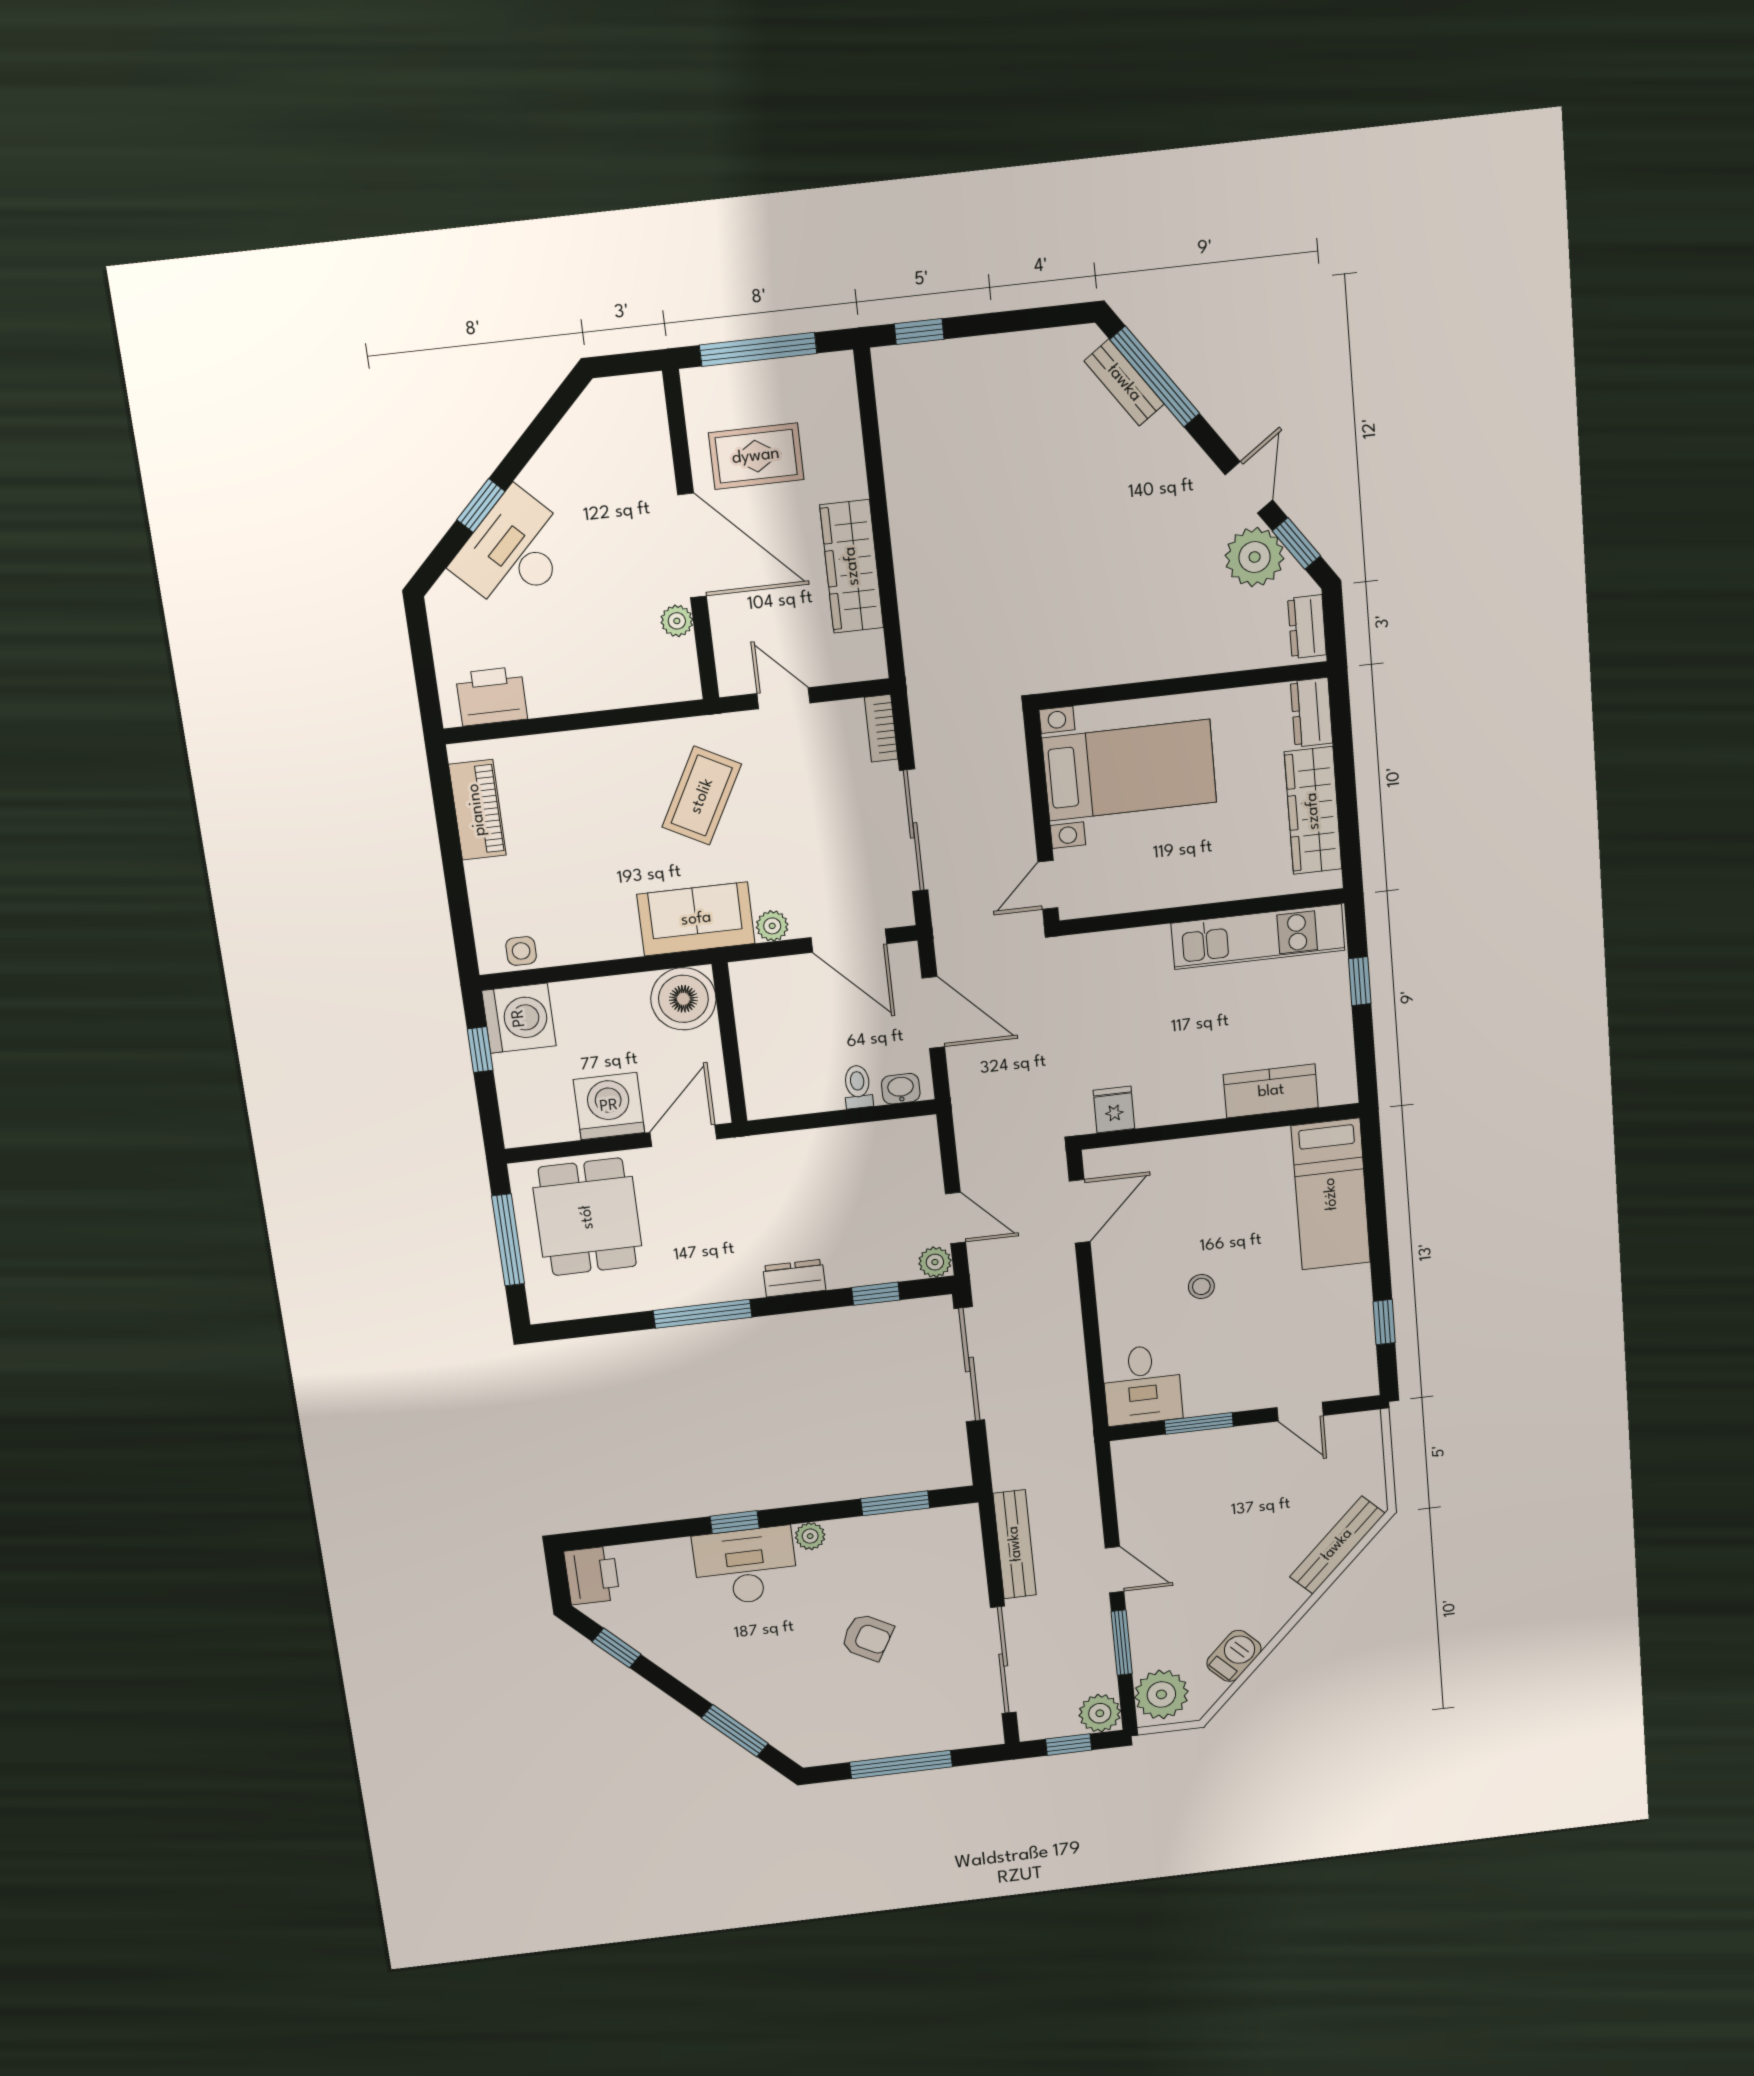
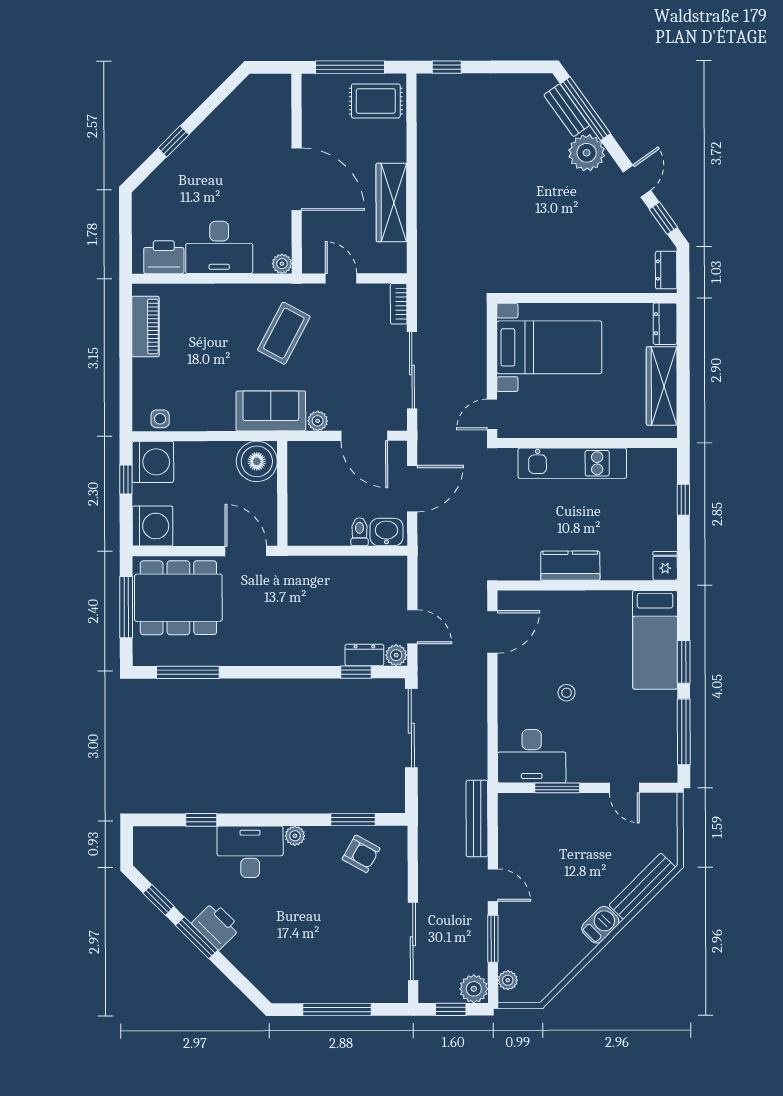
rug: (756, 456) -> (376, 101), moved
desk: (514, 552) -> (219, 247), moved, turned -135
plant: (1255, 557) -> (587, 153), moved
plant: (677, 621) -> (282, 264), moved
kitchen unit: (1258, 937) -> (572, 463), moved
door: (933, 1013) -> (412, 489), hinge flipped
washbasin: (901, 1089) -> (386, 532), width x1.38, depth x1.45
kitchen counter: (1271, 1091) -> (570, 566), moved
washing machine: (609, 1106) -> (152, 526), moved, turned 90
fridge: (1114, 1109) -> (665, 566), moved
door: (683, 1136) -> (246, 551), hinge flipped
dining table: (587, 1217) -> (178, 598), width x1.37
window: (1377, 1221) -> (684, 662), added
dresser: (794, 1278) -> (364, 655), moved
window: (703, 1314) -> (188, 672), moved
window: (1384, 1322) -> (684, 732), width x2.17
desk: (1142, 1385) -> (532, 756), width x1.37
window: (735, 1522) -> (201, 820), moved
bench: (1015, 1544) -> (477, 818), moved
printer: (592, 1575) -> (216, 926), moved, turned -45
armchair: (867, 1637) -> (361, 854), moved
barbecue: (1234, 1656) -> (600, 925), moved
plant: (1161, 1694) -> (508, 980), width x0.53, depth x0.53
window: (735, 1731) -> (197, 938), moved

